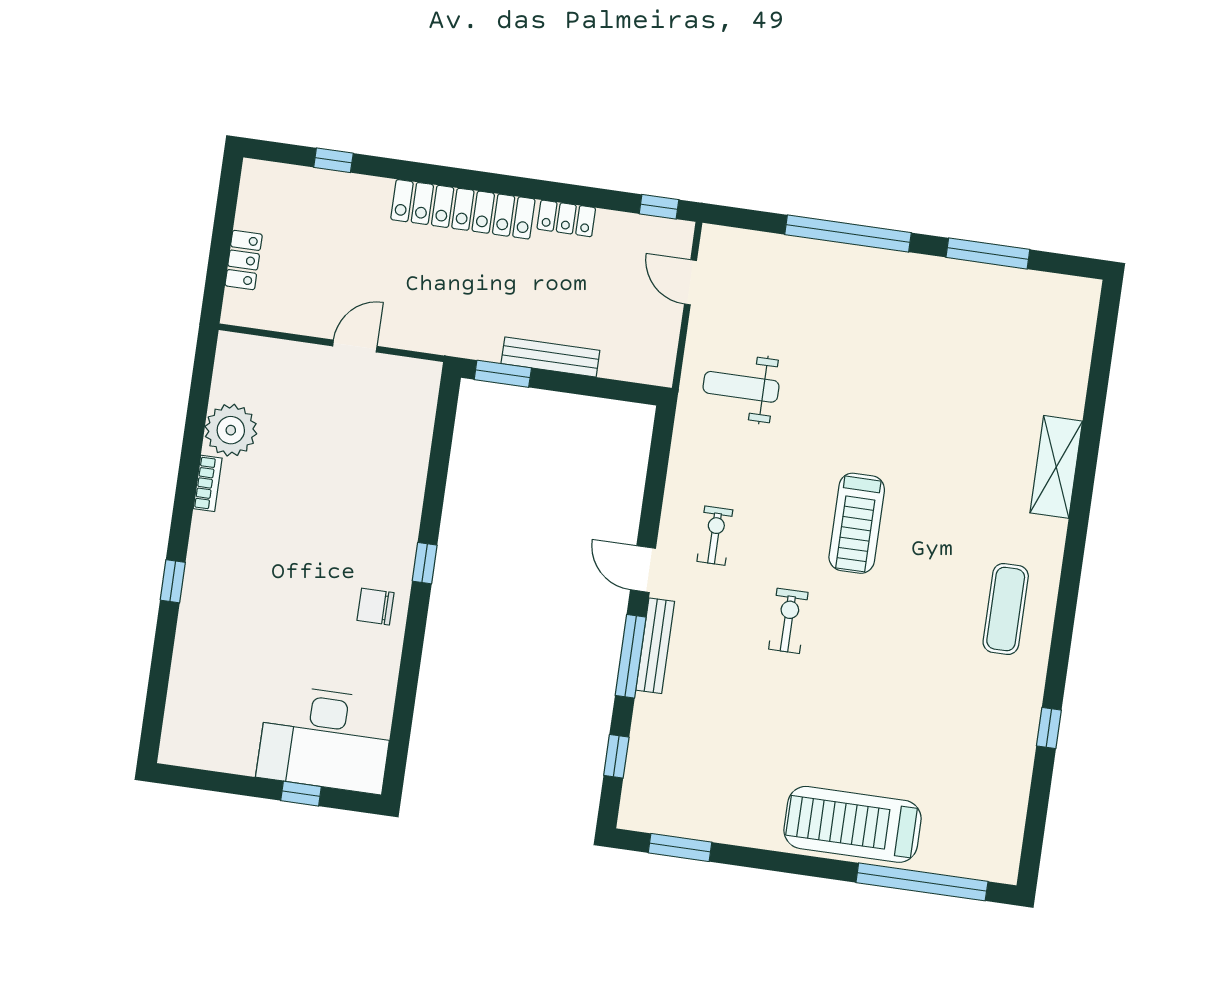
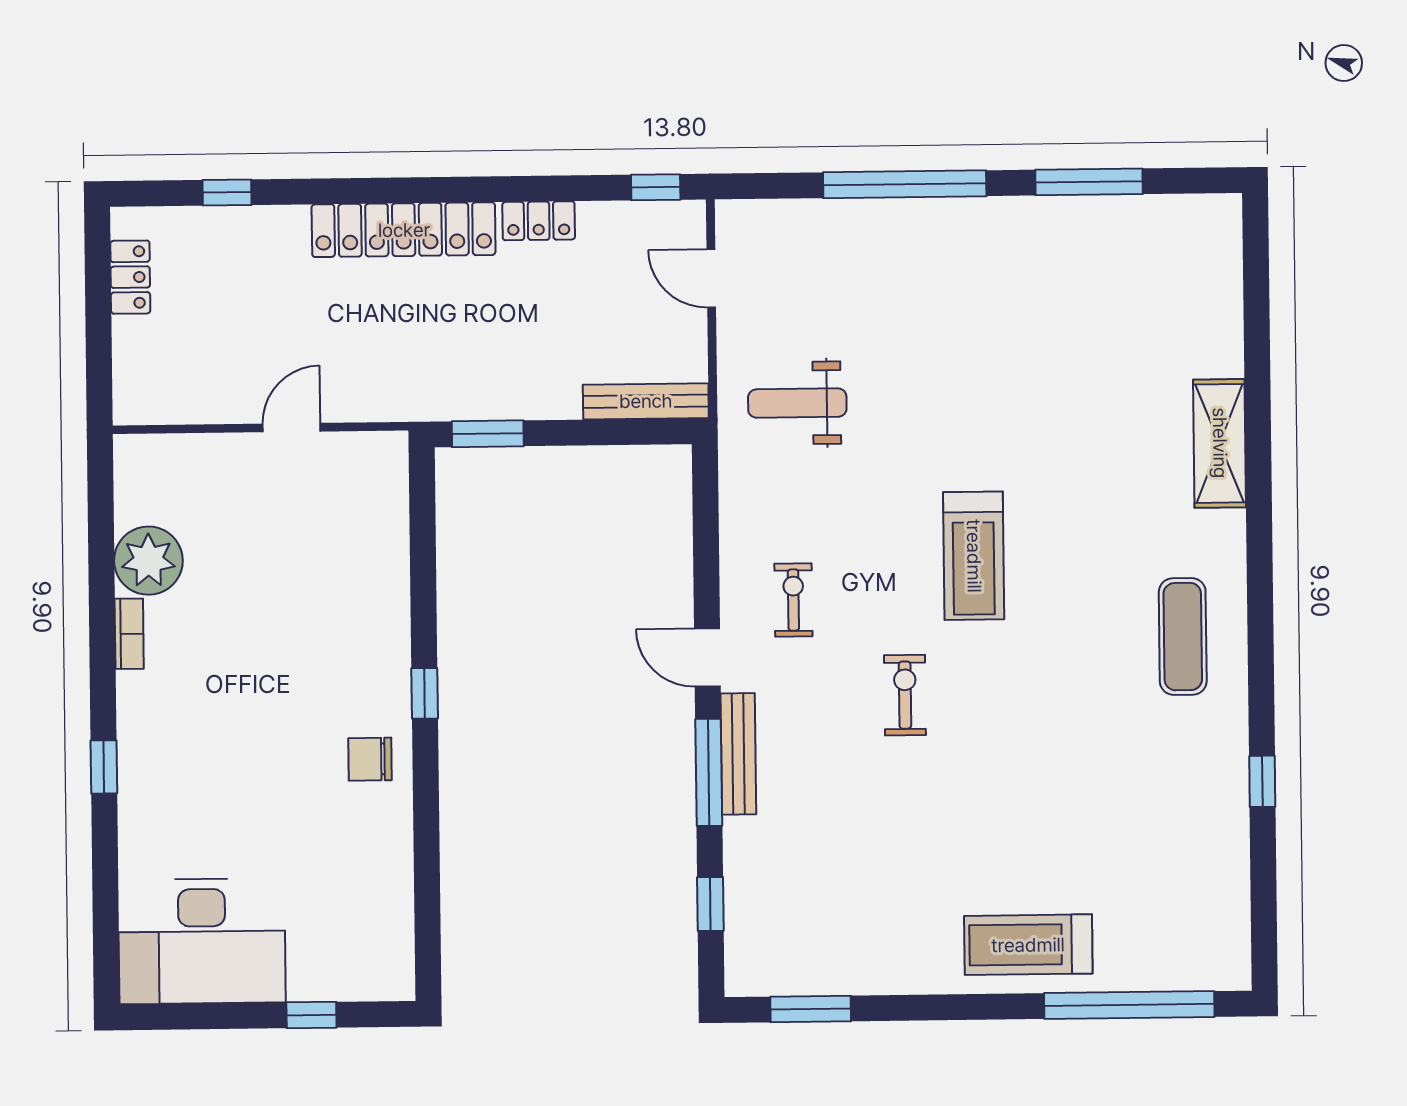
locker: (244, 260) -> (130, 277), moved
bench: (550, 357) -> (646, 401), moved
desk: (325, 739) -> (202, 941), moved
treadmill: (852, 824) -> (1028, 945), width x0.73, depth x0.73

